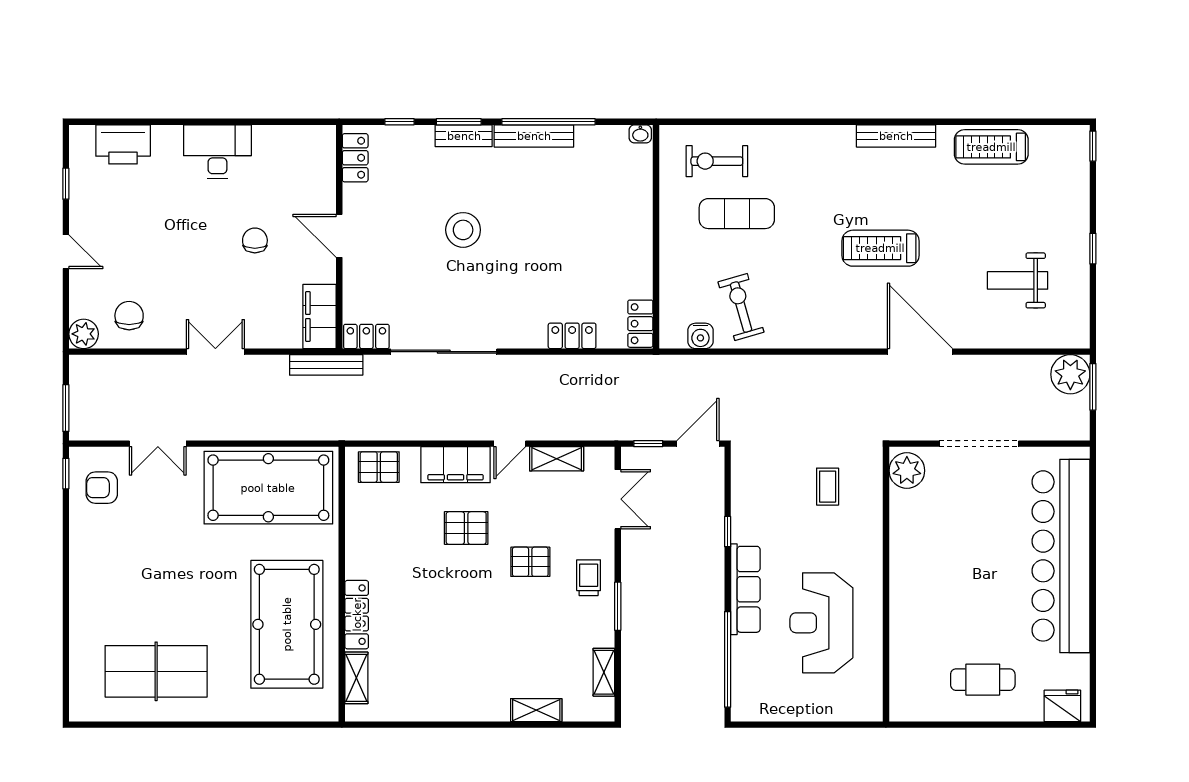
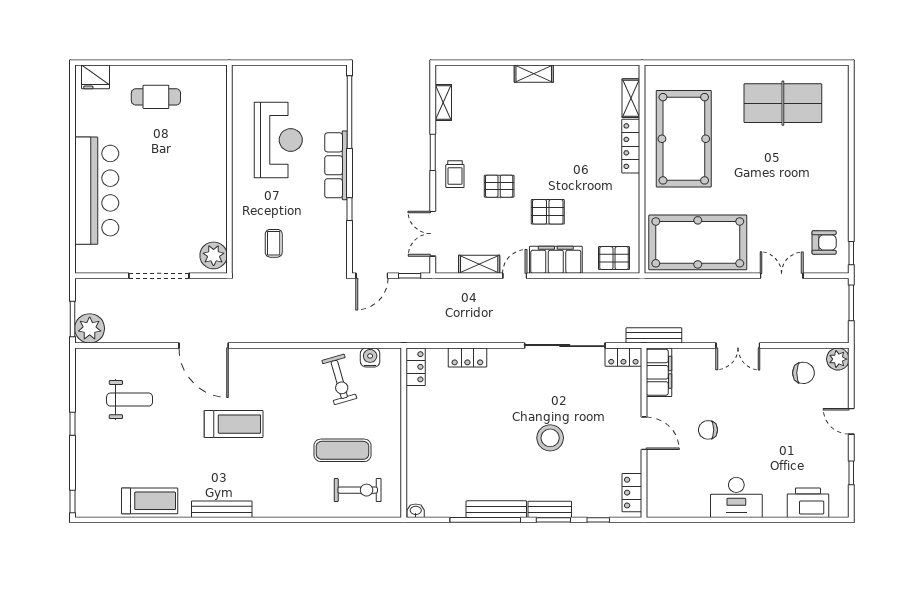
chair: (255, 240) -> (708, 430), turned 90
chair: (129, 316) -> (803, 373), turned -89
bar counter: (1061, 556) -> (97, 191), width x0.73
shelving: (536, 710) -> (534, 74), moved

